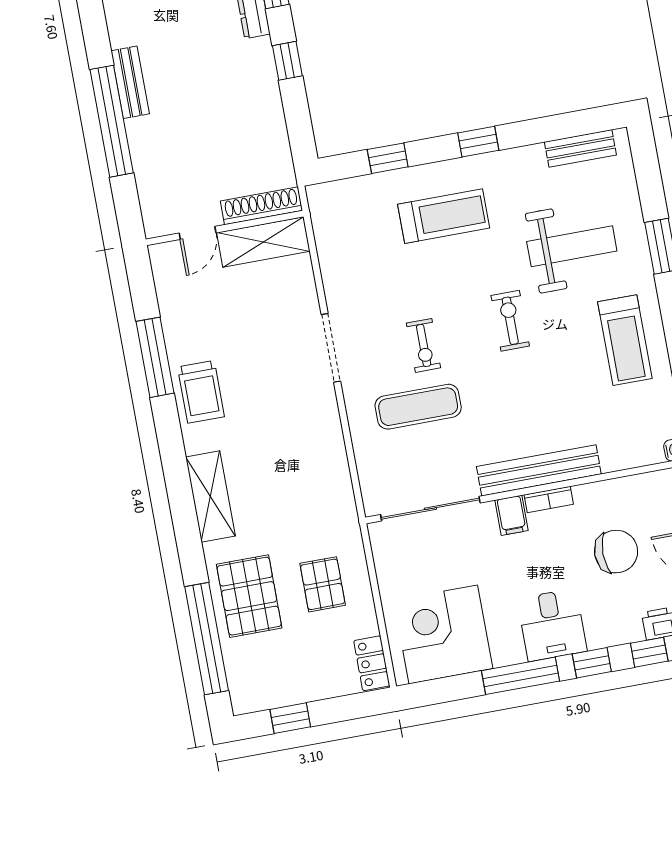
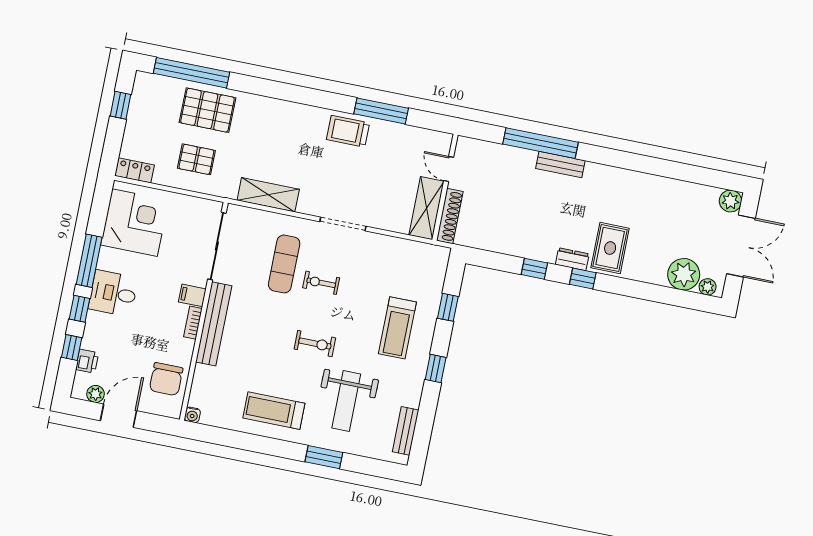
shelving: (210, 497) -> (268, 195), moved
chair: (616, 552) -> (166, 379), moved

